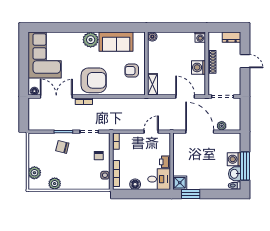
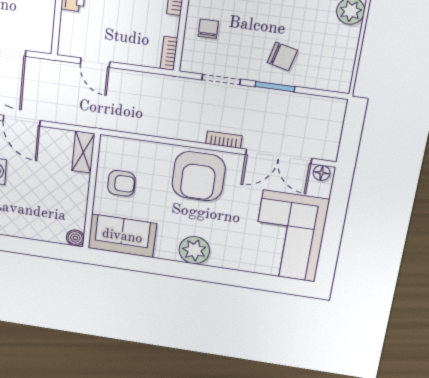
sofa: (116, 42) -> (122, 236), moved
armchair: (94, 80) -> (199, 176), turned -90
door: (151, 132) -> (95, 63), hinge flipped

